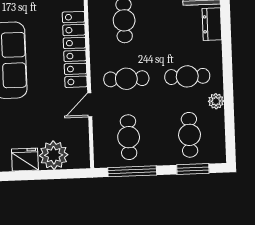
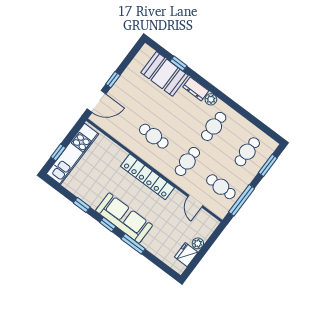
plant: (216, 101) -> (211, 99), moved
door: (90, 105) -> (195, 201), moved
cafe table: (189, 135) -> (247, 152), turned 90
plant: (54, 155) -> (198, 243), width x0.53, depth x0.53

